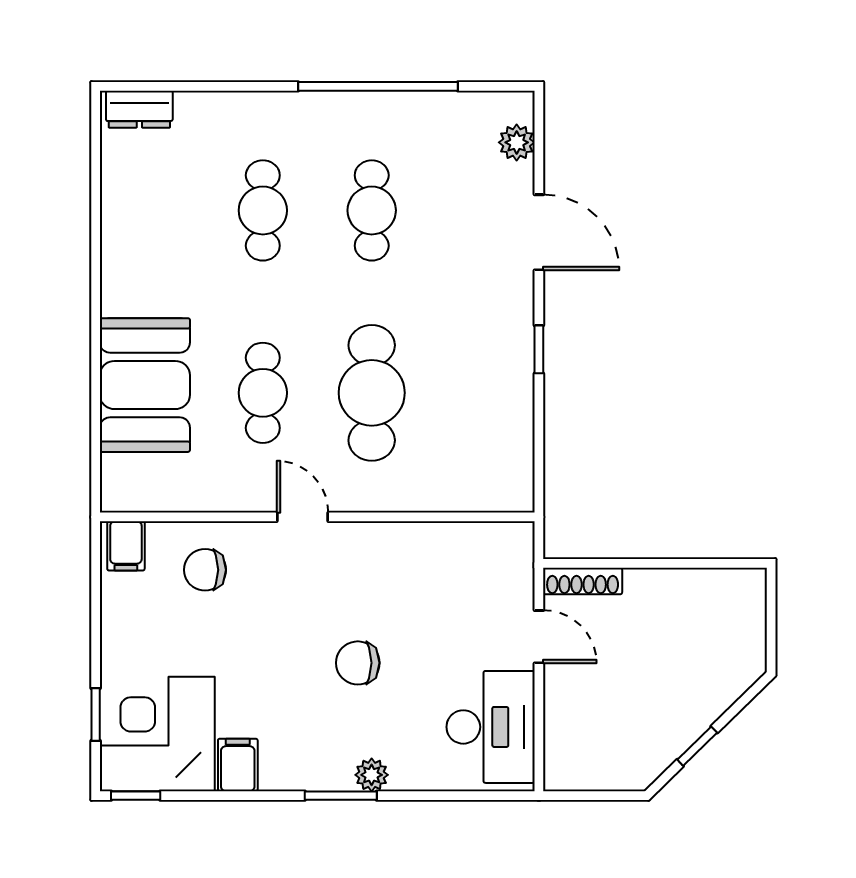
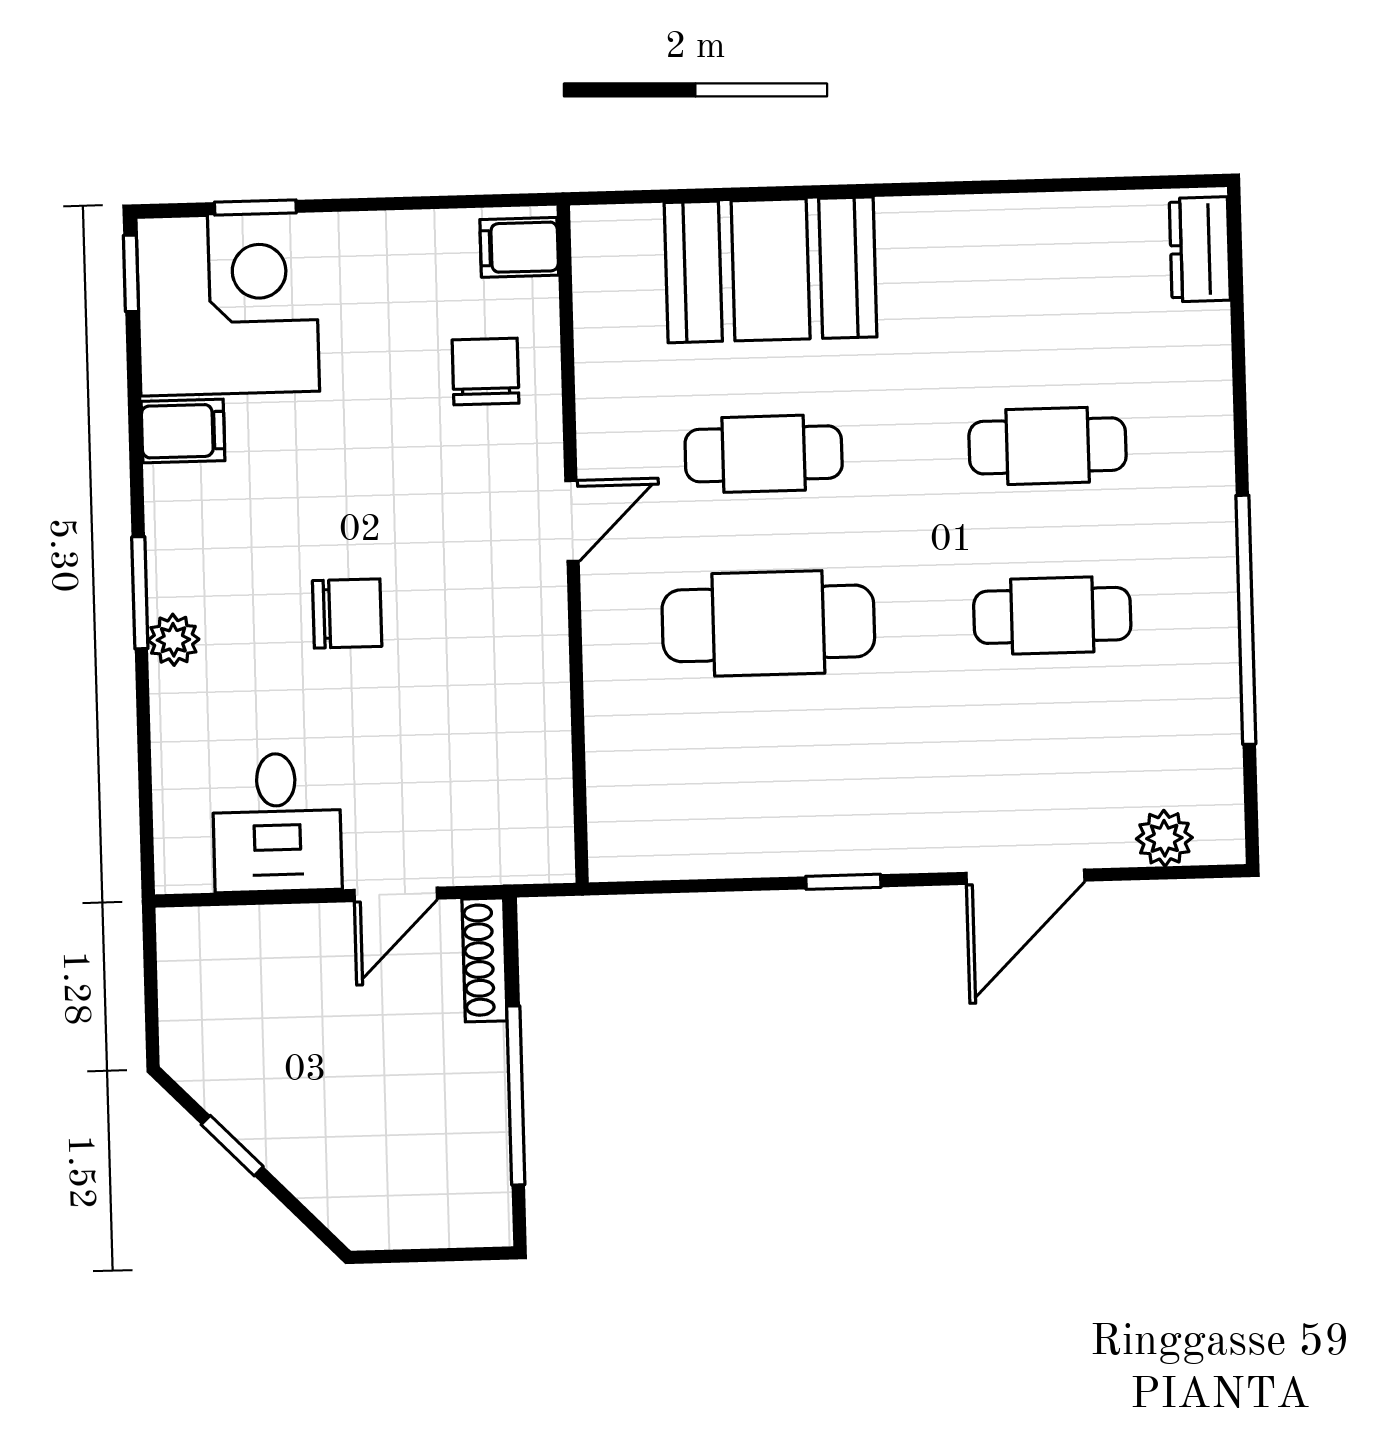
window: (670, 563) -> (516, 1095), added
chair: (358, 663) -> (347, 613), turned 90
desk: (491, 727) -> (277, 822), width x0.73

